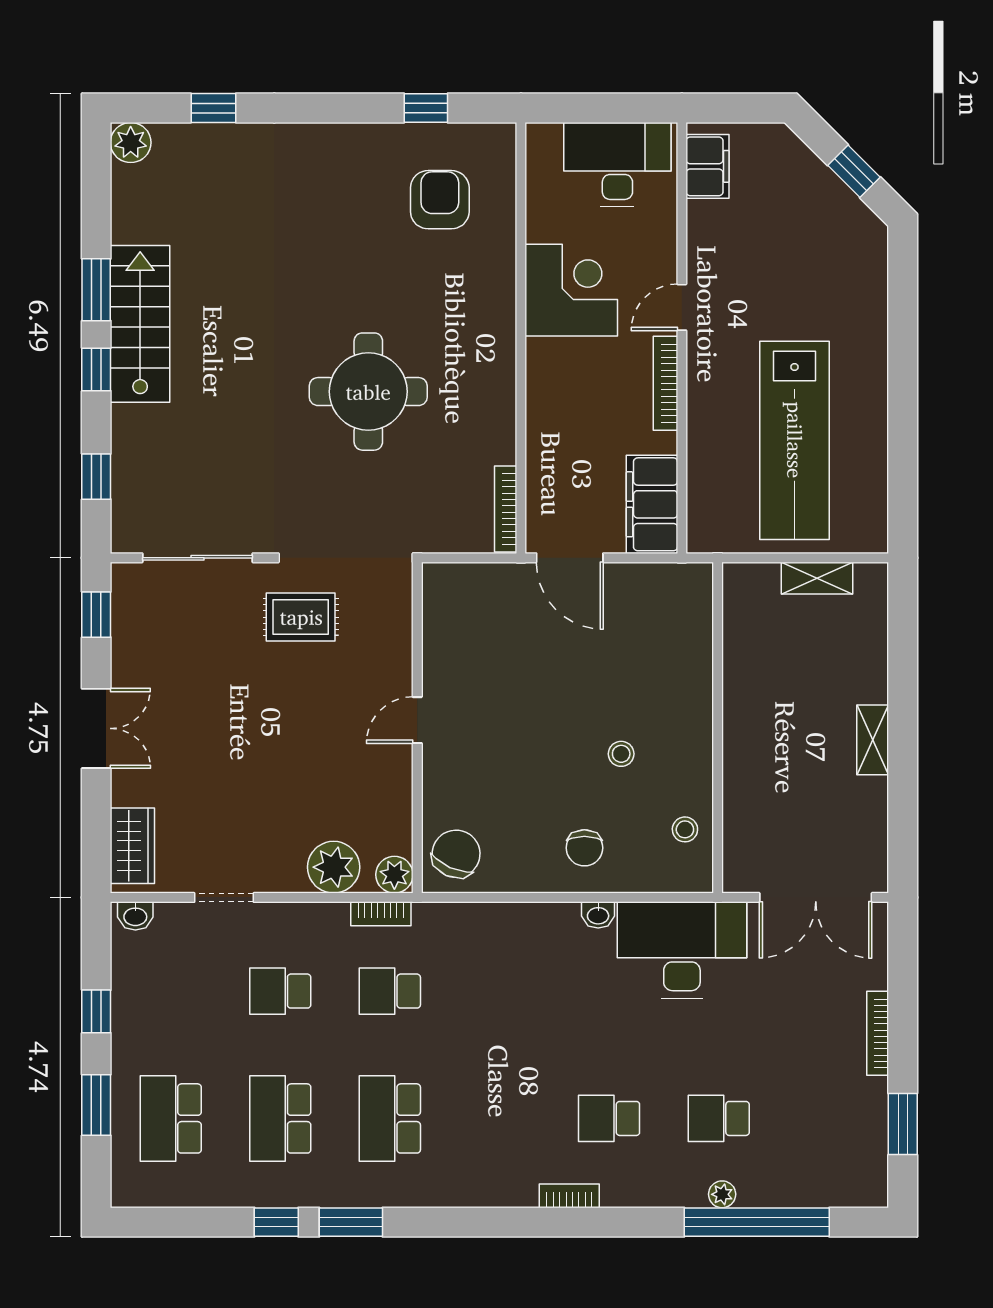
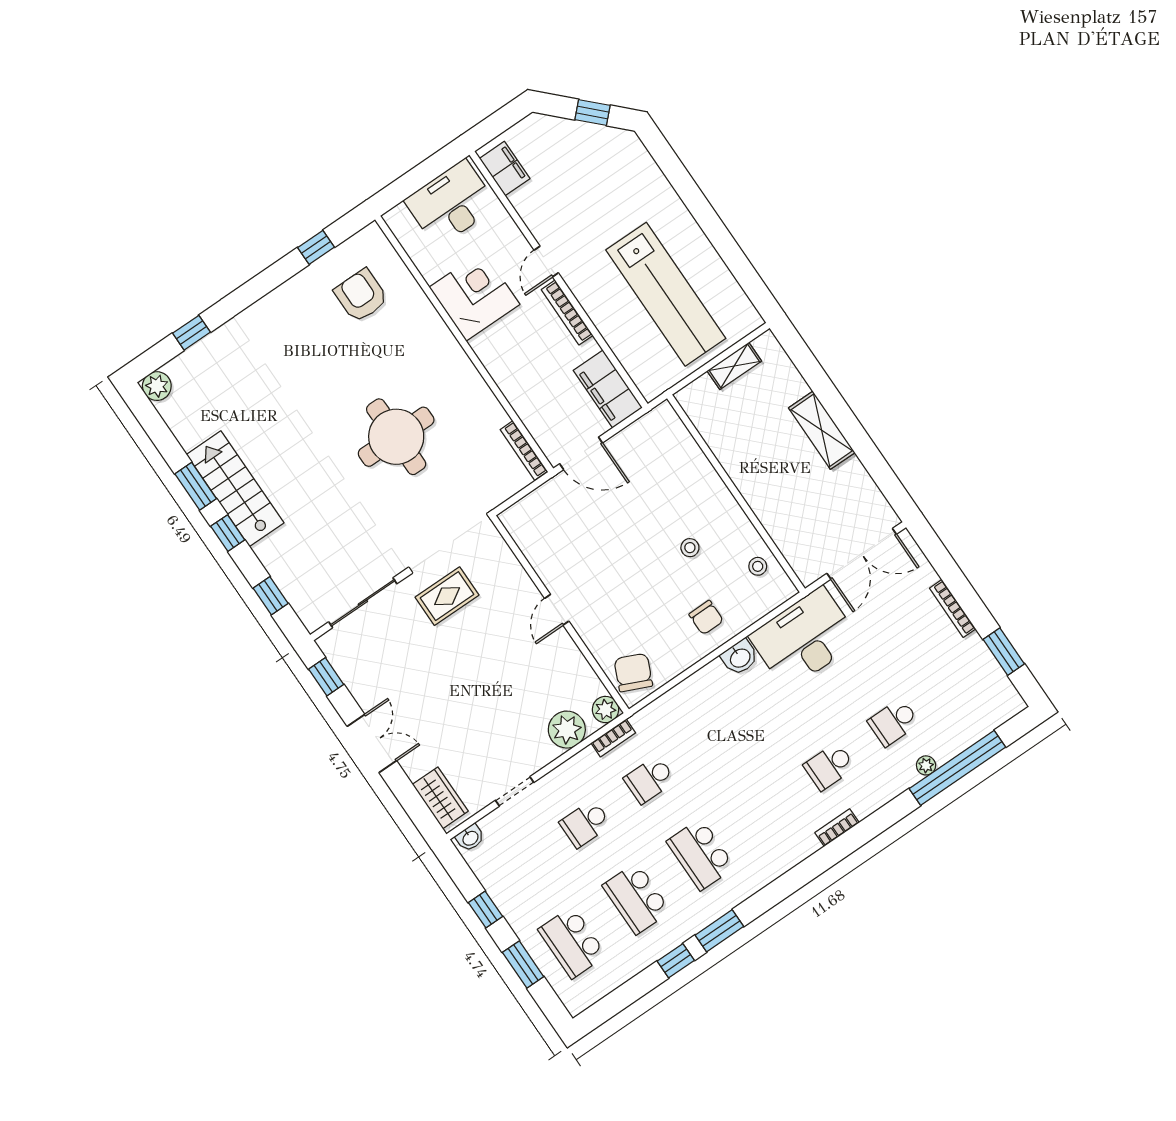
shelving: (873, 740) -> (822, 430), width x1.50, depth x1.33
washbasin: (598, 915) -> (740, 657), width x1.38, depth x1.45

